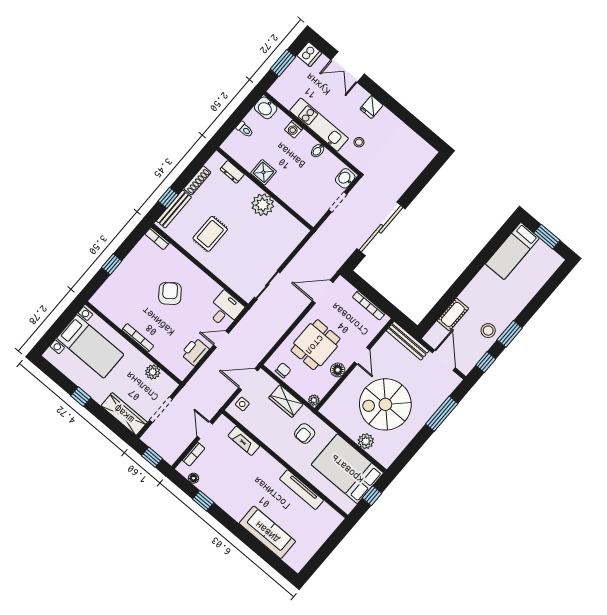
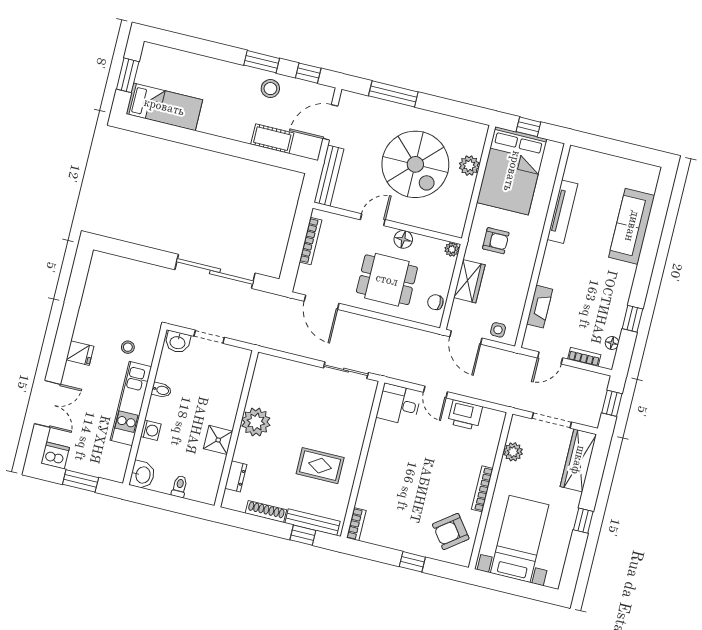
armchair: (170, 293) -> (451, 532), moved

